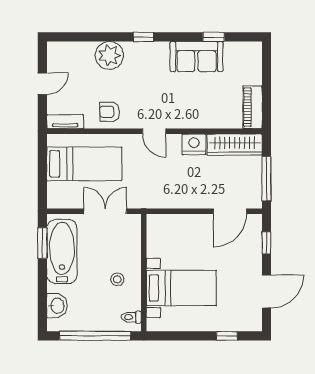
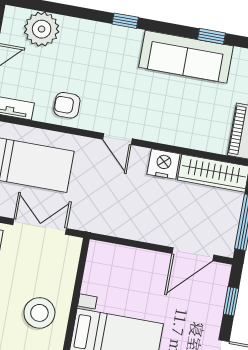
plant: (109, 55) -> (42, 29), moved
sofa: (196, 57) -> (186, 57), width x1.36
stool: (117, 279) -> (39, 313), width x1.89, depth x1.89

